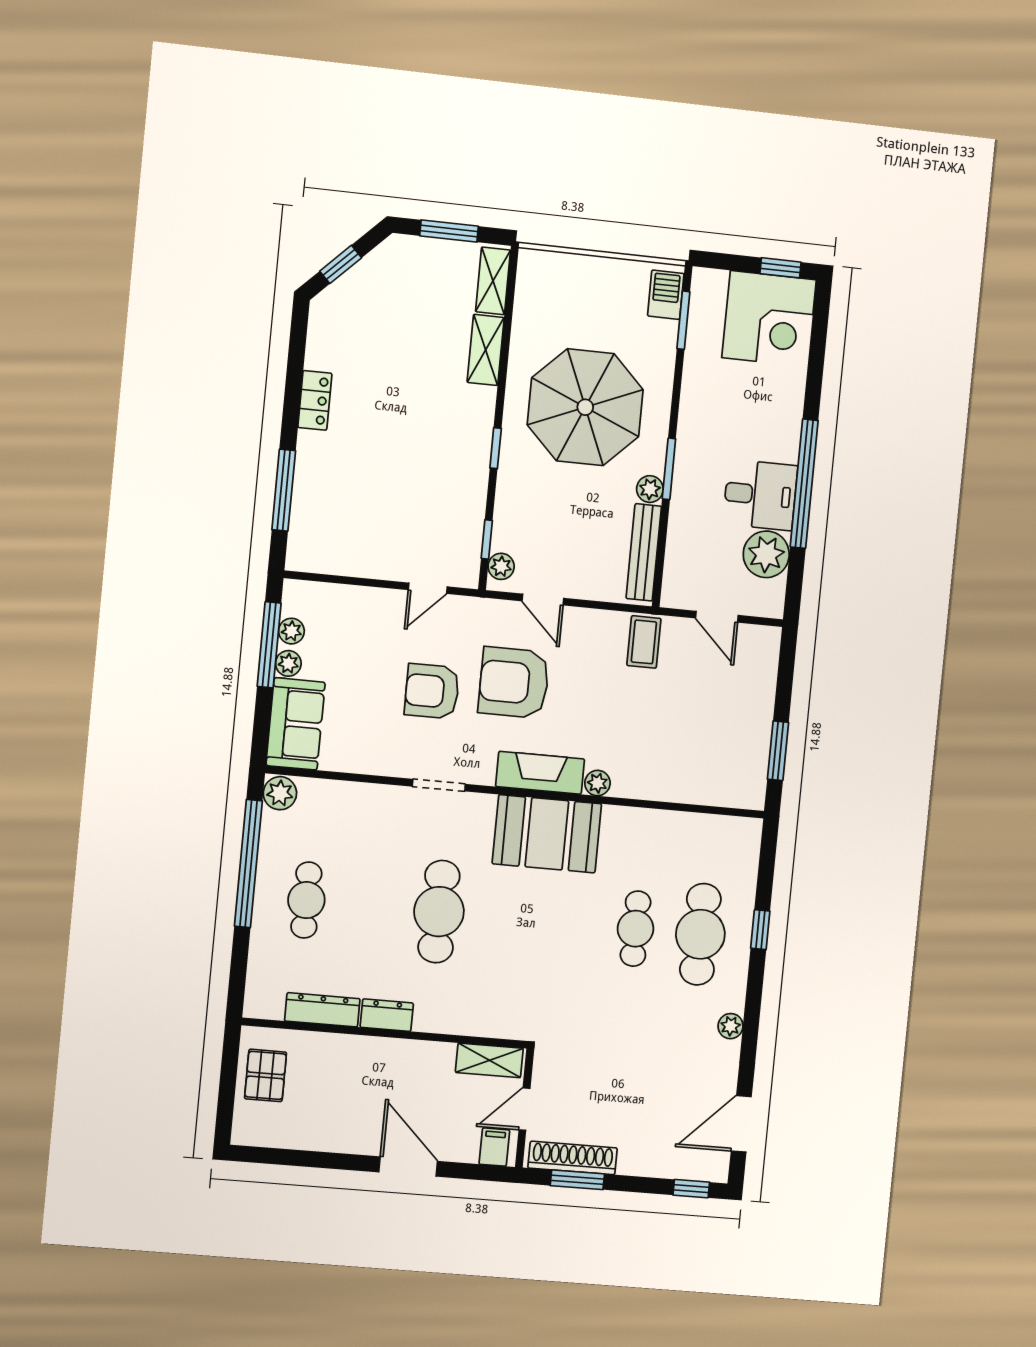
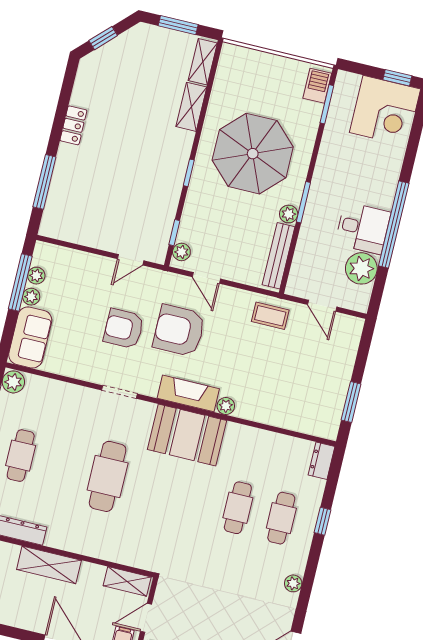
coffee table: (644, 642) -> (270, 316), turned 90
cafe table: (700, 934) -> (281, 518), width x0.73, depth x0.74
dresser: (387, 1015) -> (322, 461), moved, turned -90
shelving: (371, 1054) -> (49, 565), added

